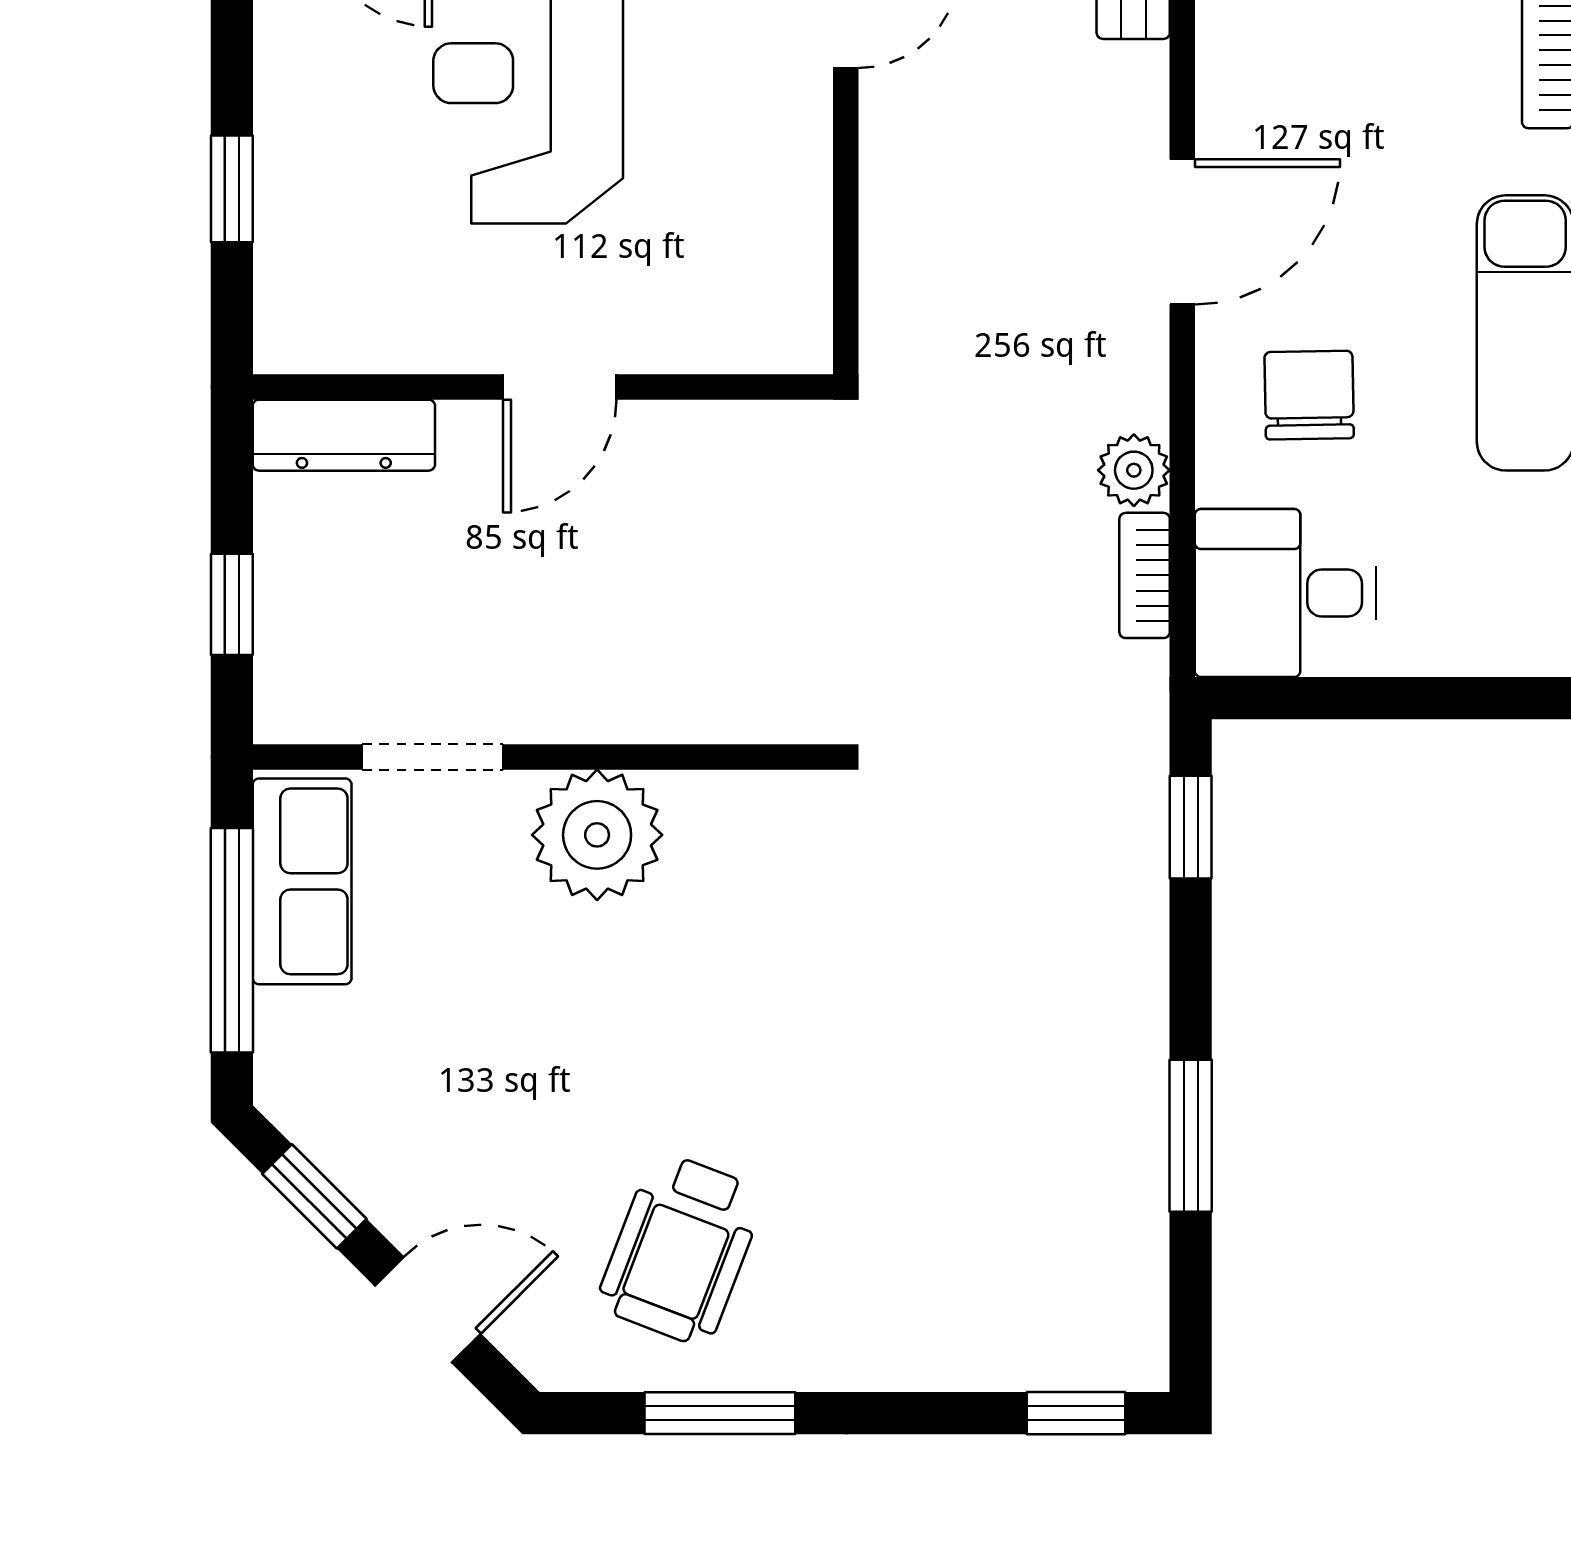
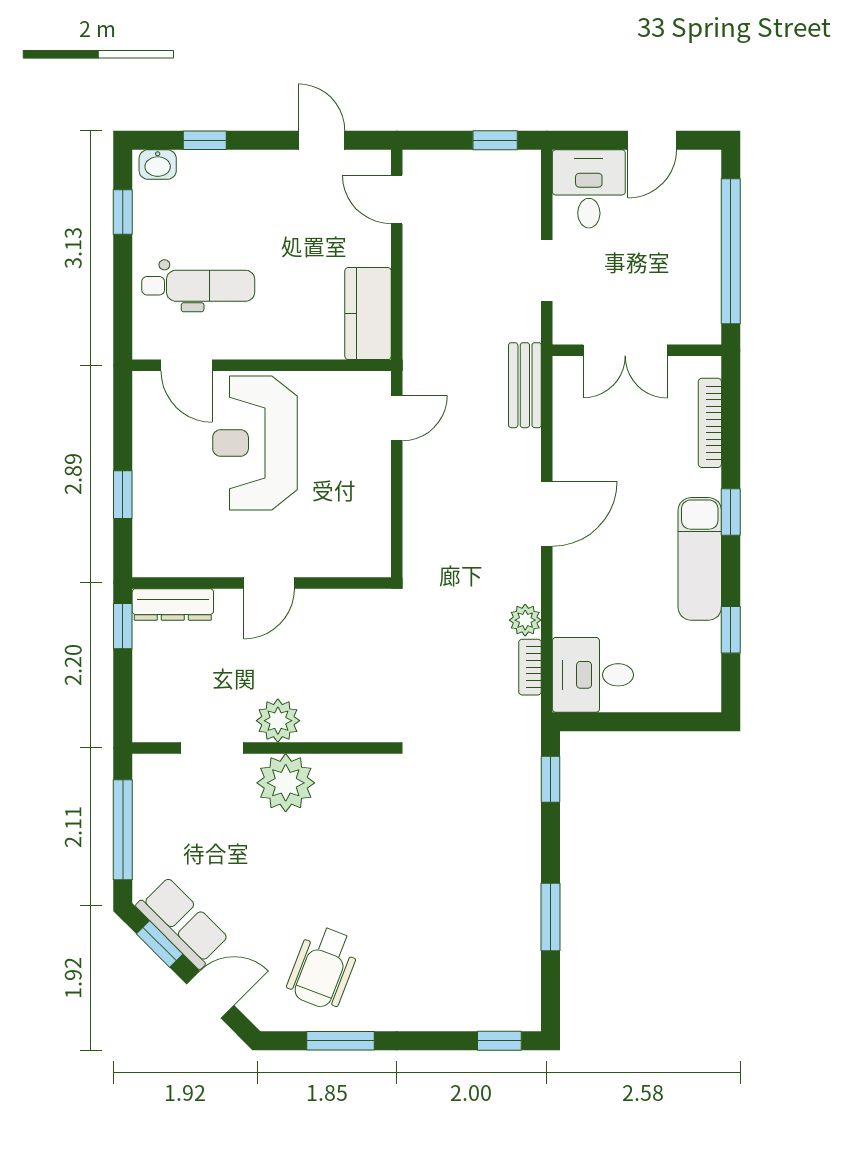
chair: (1309, 395) -> (603, 587), removed
window: (232, 604) -> (123, 626), moved
plant: (580, 696) -> (278, 721), added
row of seats: (302, 881) -> (183, 923), moved, turned -45

